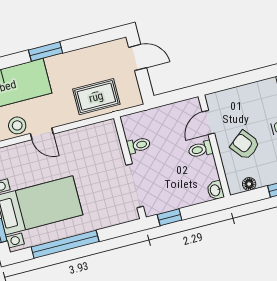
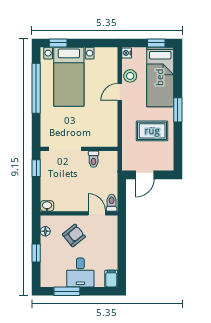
door: (138, 57) -> (145, 175), moved
rug: (96, 97) -> (152, 131), moved, turned 90
toilet: (200, 149) -> (112, 203), moved

